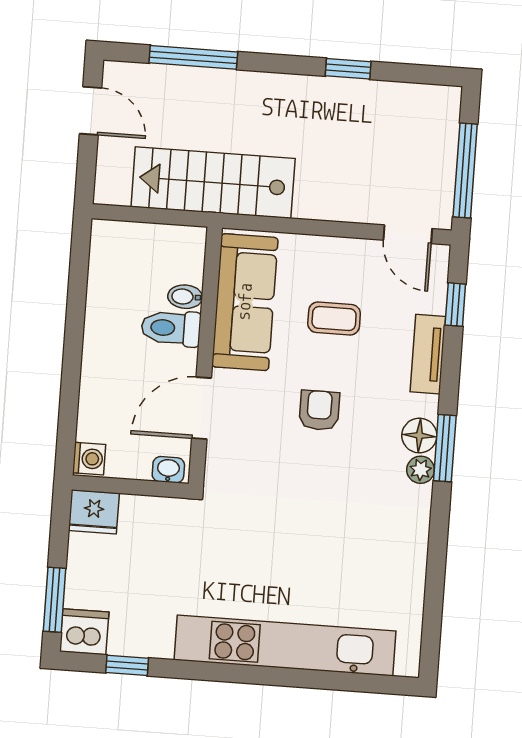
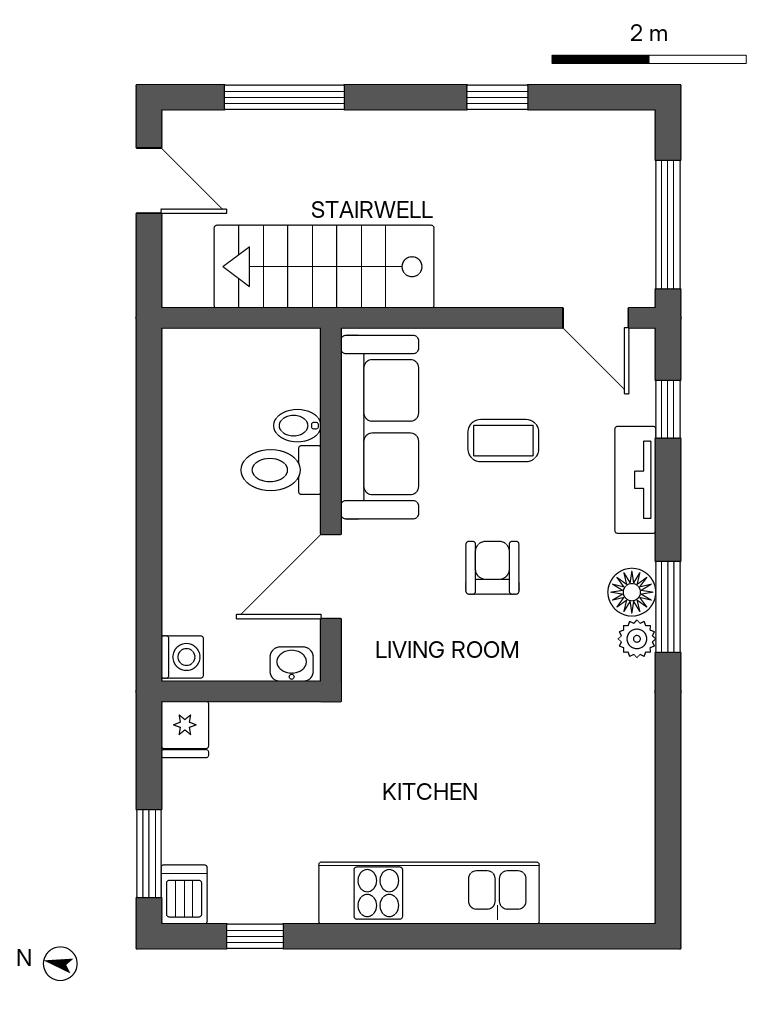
fridge: (94, 512) -> (185, 729), width x0.72
dishwasher: (84, 632) -> (184, 894), width x0.73
kitchen unit: (285, 645) -> (429, 893), width x0.73

